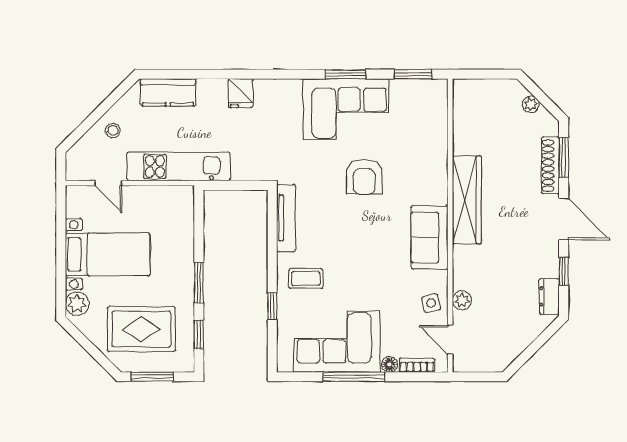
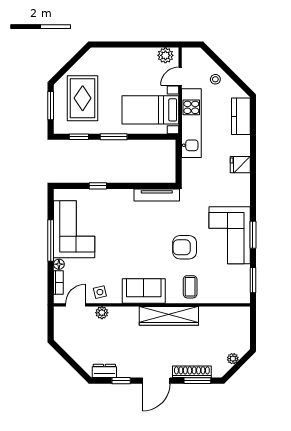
bed with nightstands: (108, 254) -> (150, 110), moved, turned 90
coffee table: (306, 279) -> (190, 287), moved
plant: (77, 304) -> (165, 55), moved

